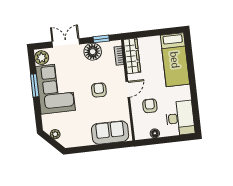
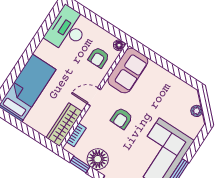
armchair: (150, 106) -> (99, 58), moved
sofa: (110, 133) -> (128, 71), moved, turned -90
floor lamp: (155, 133) -> (119, 45), moved

